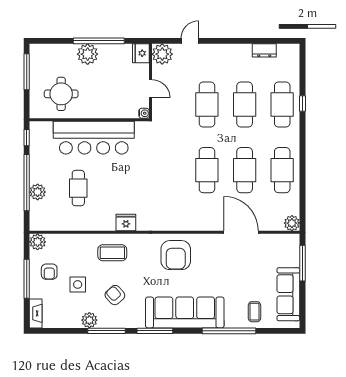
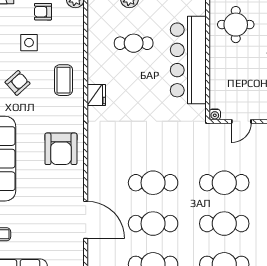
door: (241, 232) -> (86, 220), hinge flipped
armchair: (176, 255) -> (61, 149), turned -90

